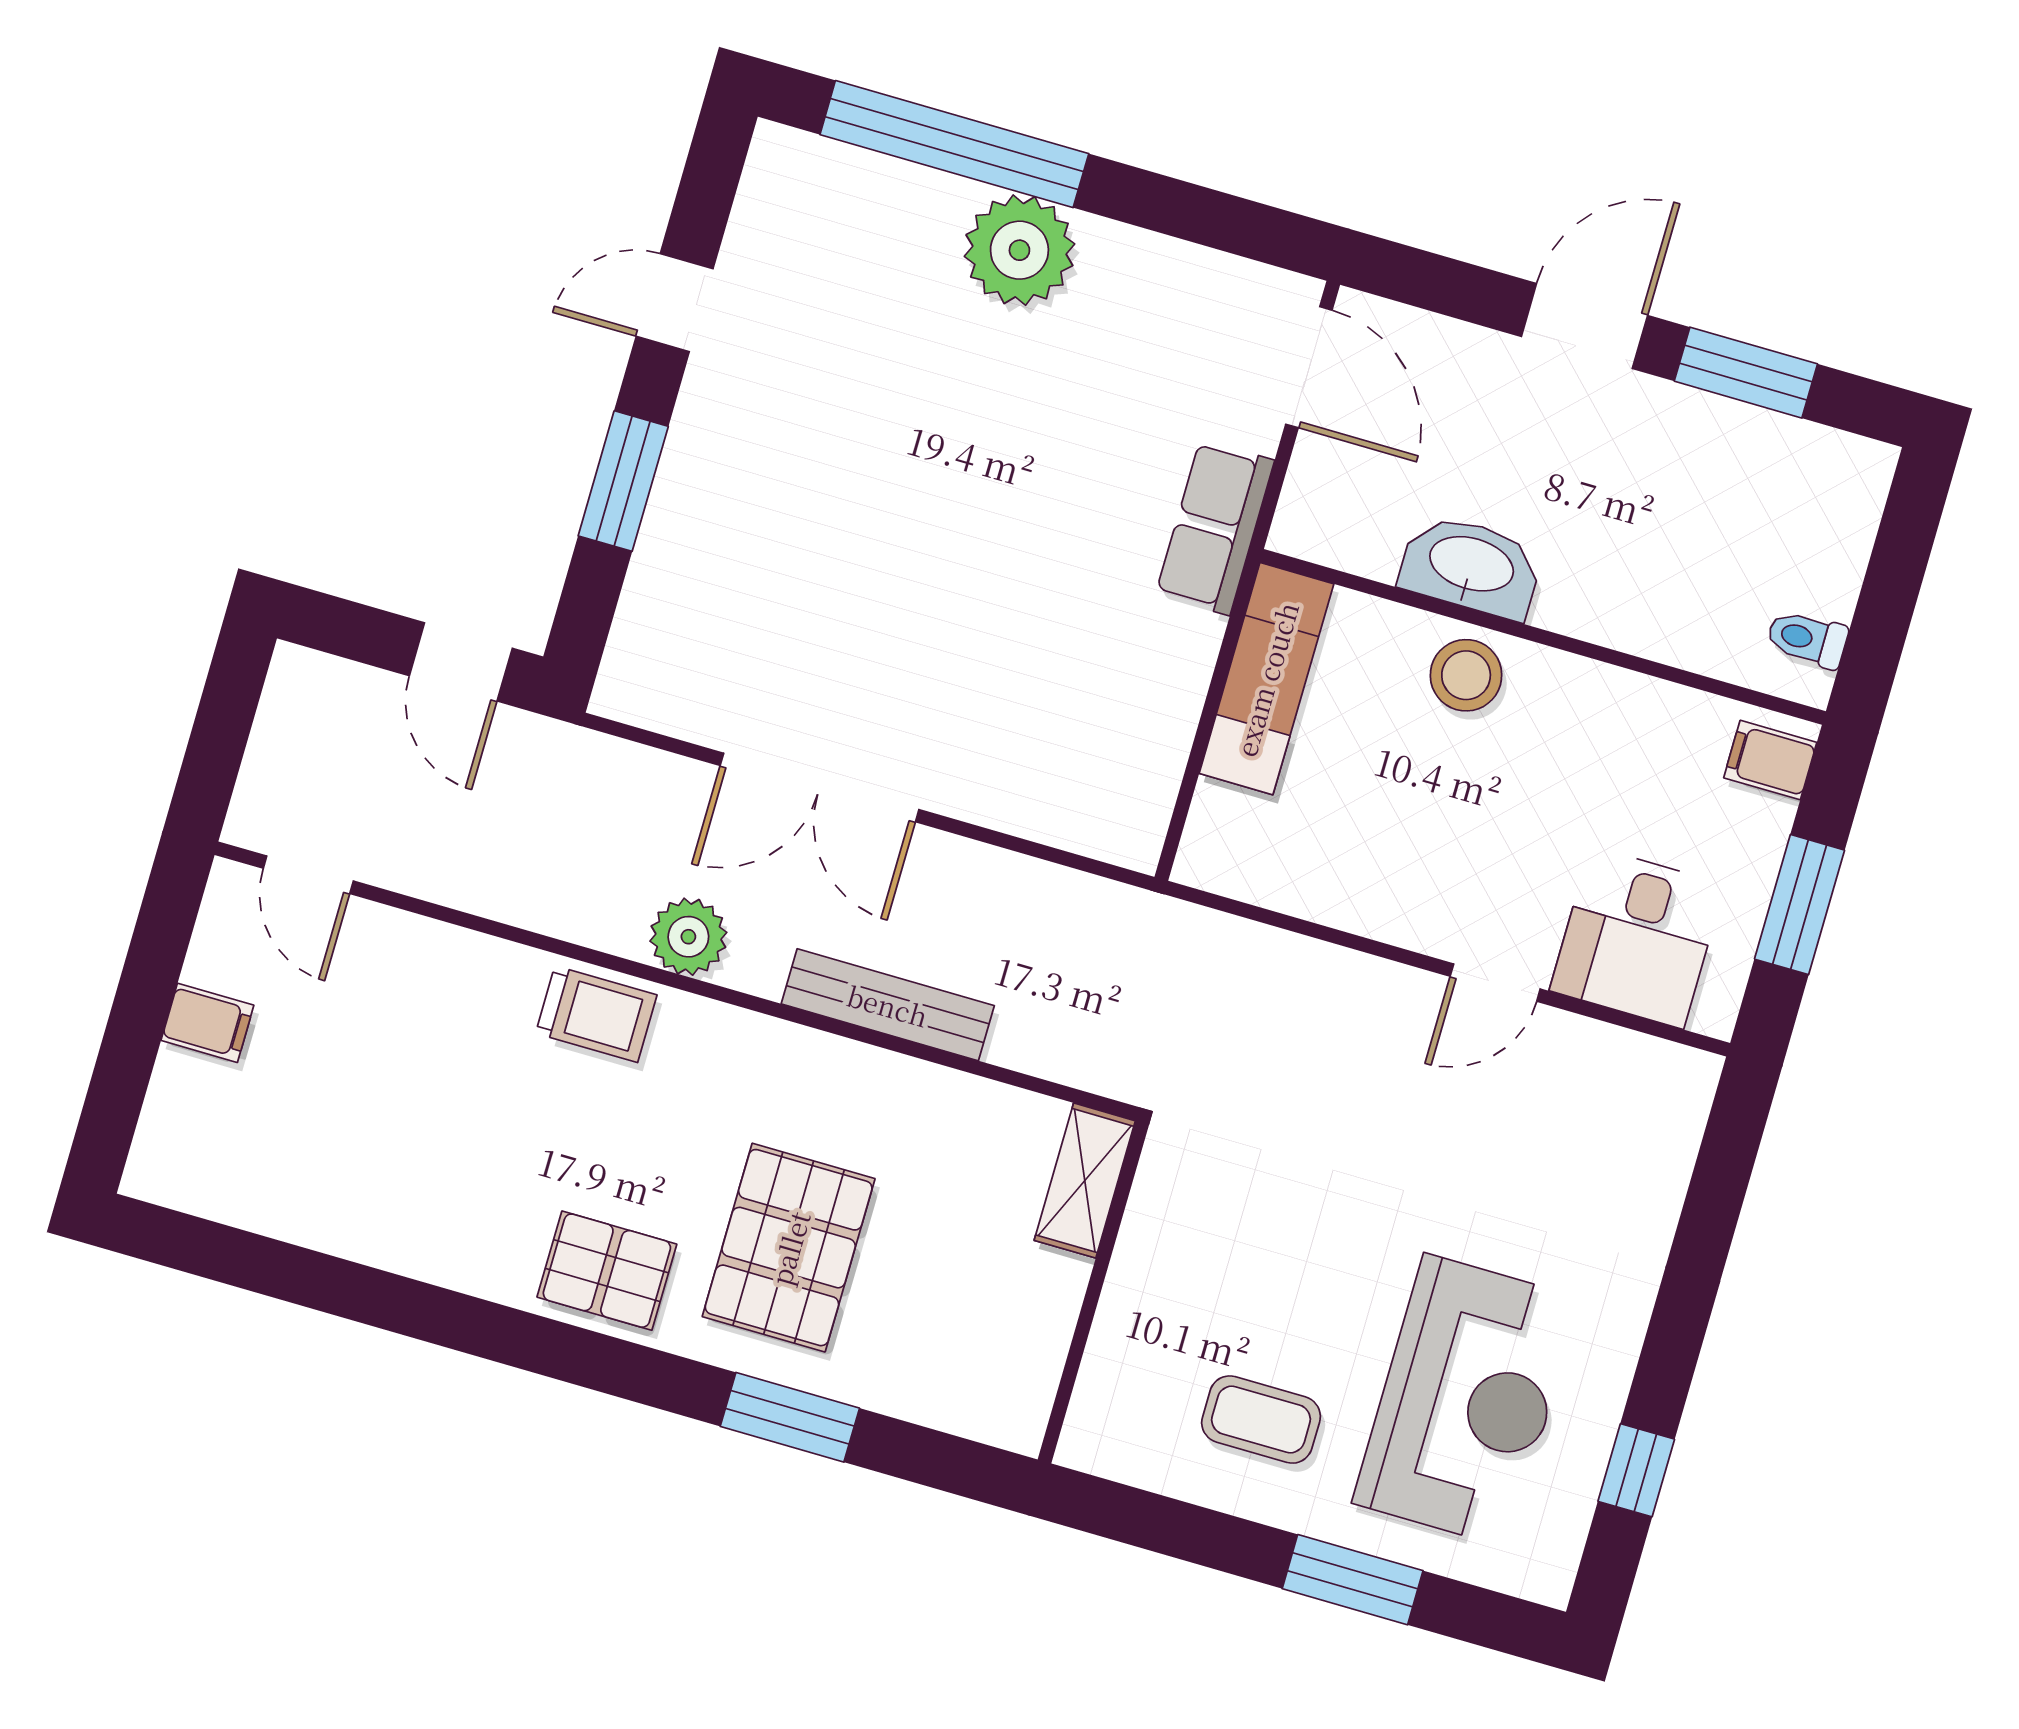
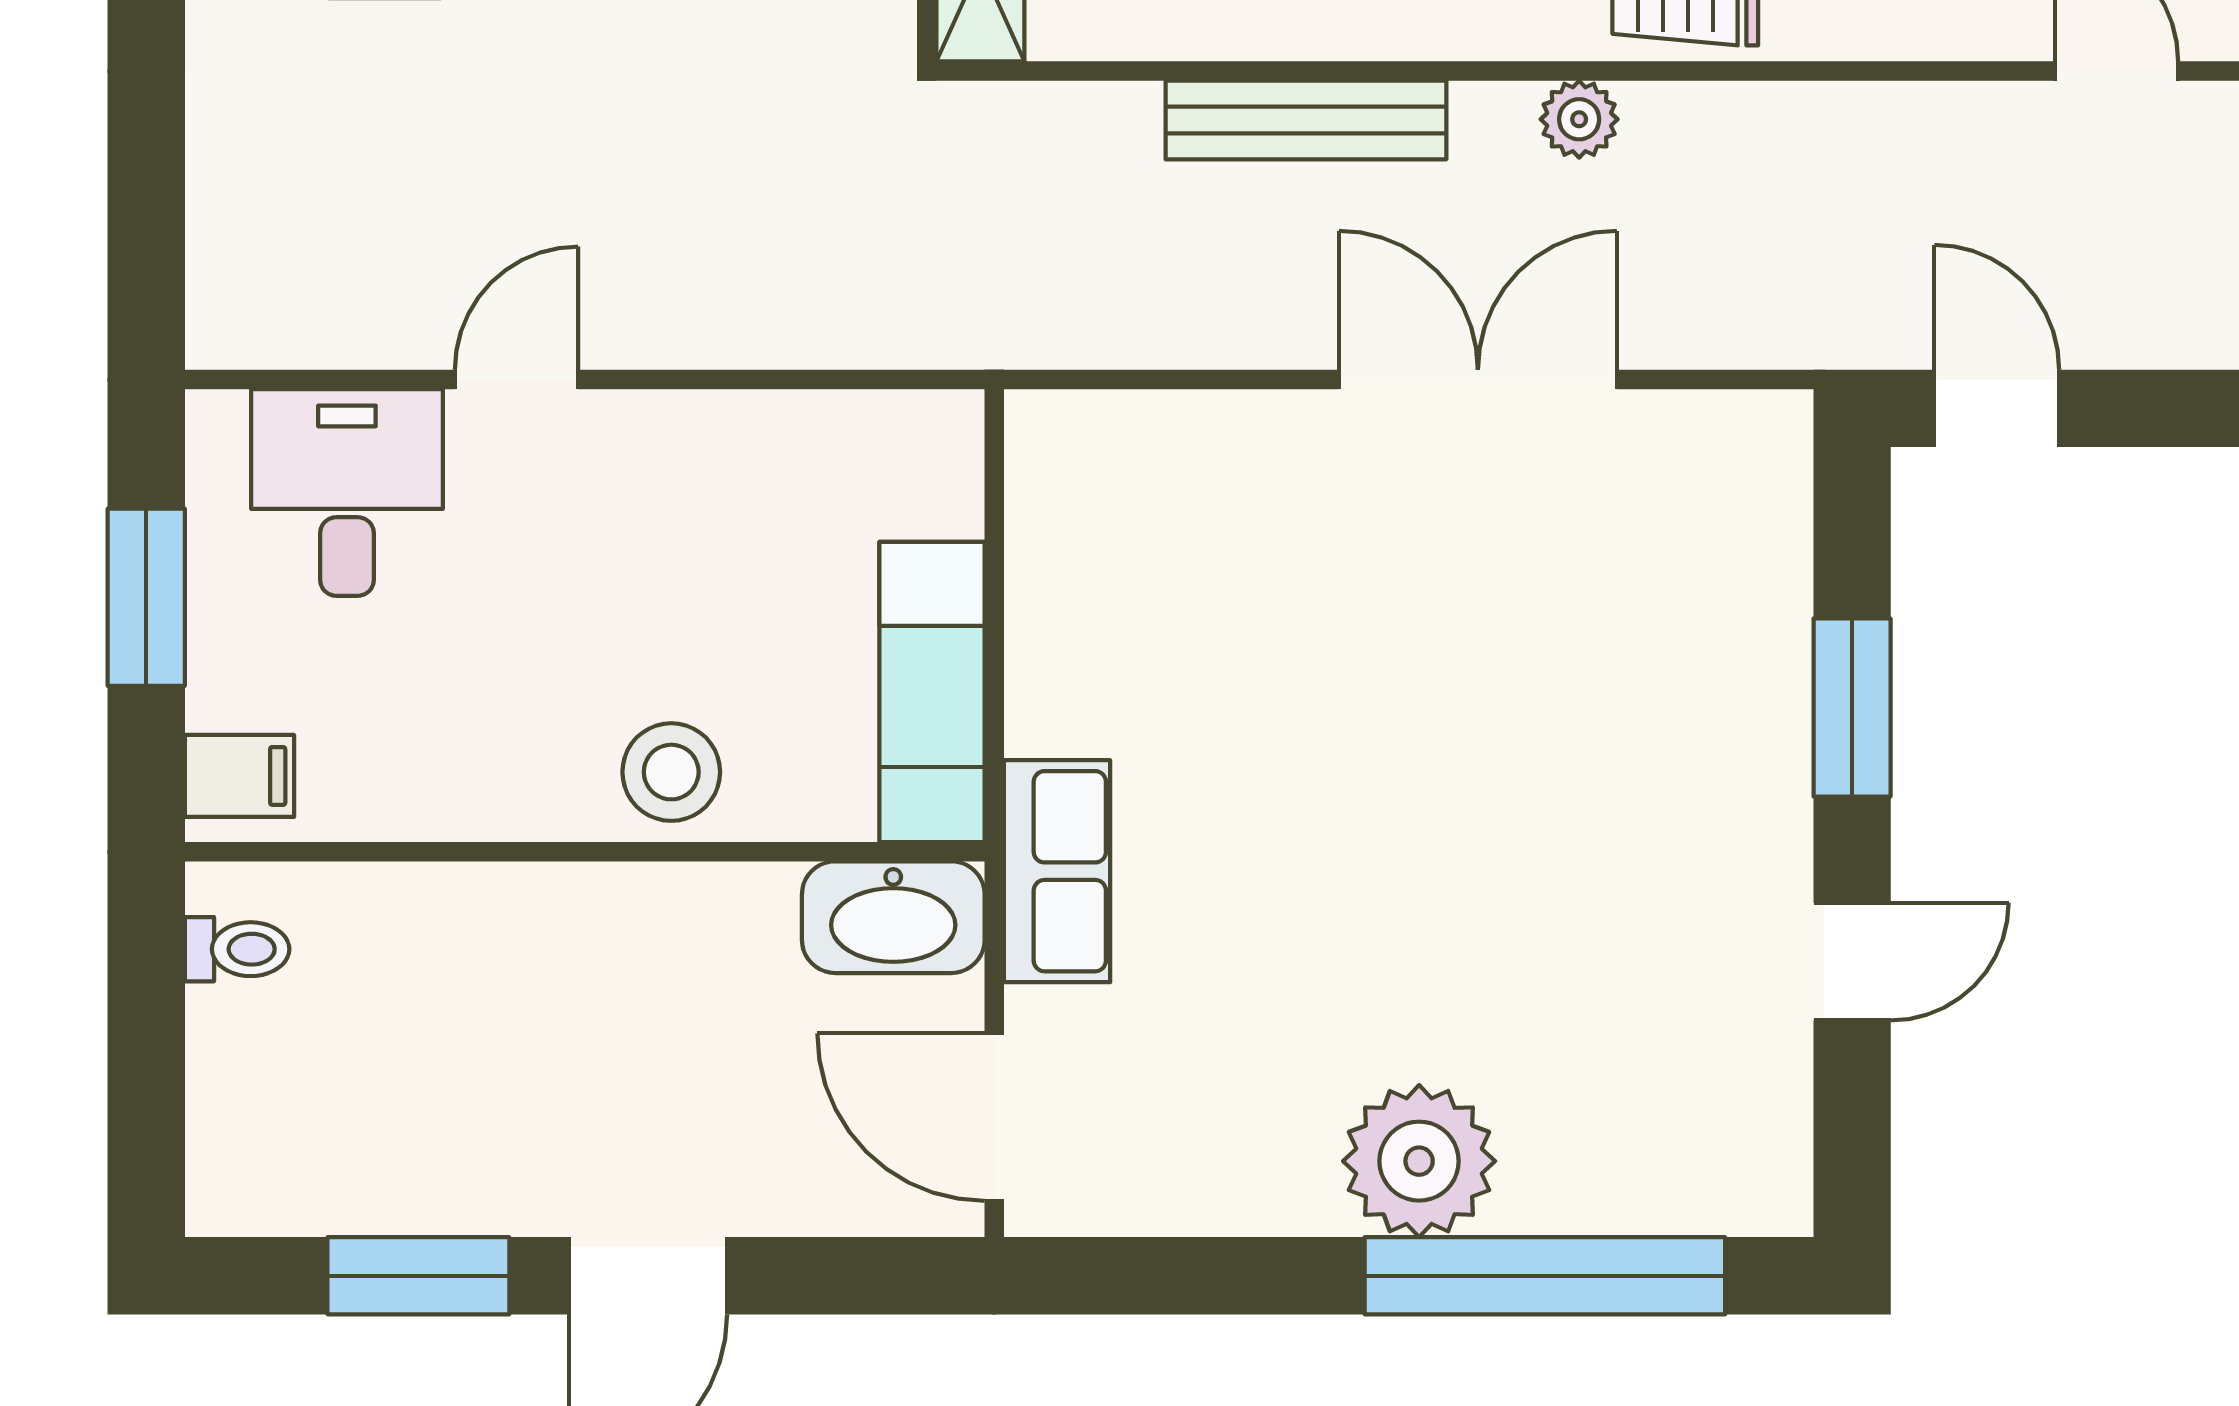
washbasin: (1471, 566) -> (893, 917), moved
plant: (688, 937) -> (1579, 119), width x0.73, depth x0.73

